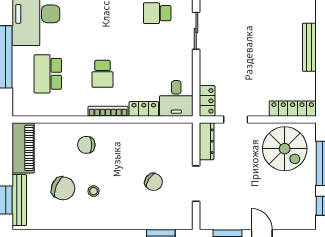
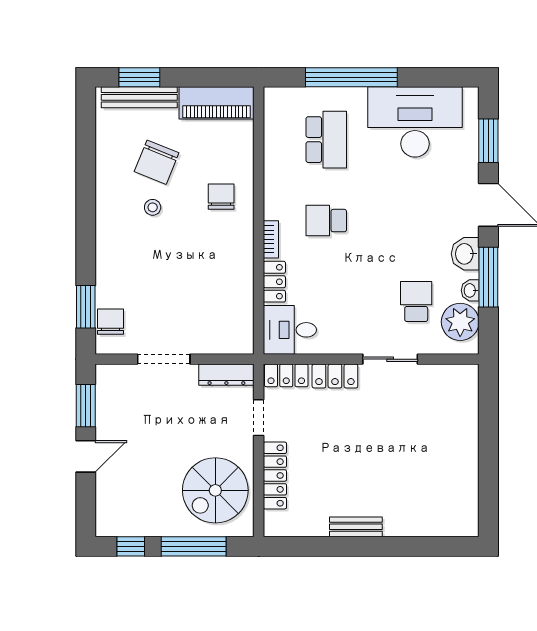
bench: (309, 47) -> (356, 527), width x0.73
locker: (207, 68) -> (335, 376), added
school desk: (48, 74) -> (326, 140), turned 90
locker: (293, 109) -> (275, 475), moved
bookcase: (108, 111) -> (271, 239), width x0.64
chair: (154, 182) -> (111, 322), moved, turned 146

